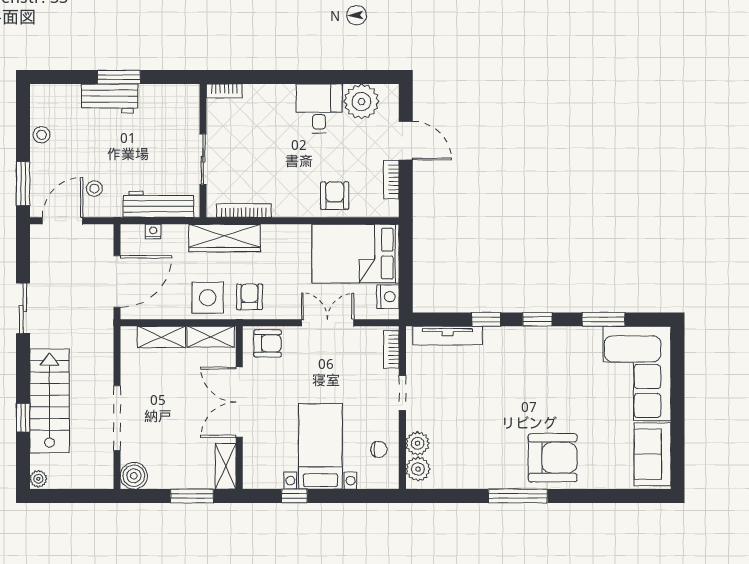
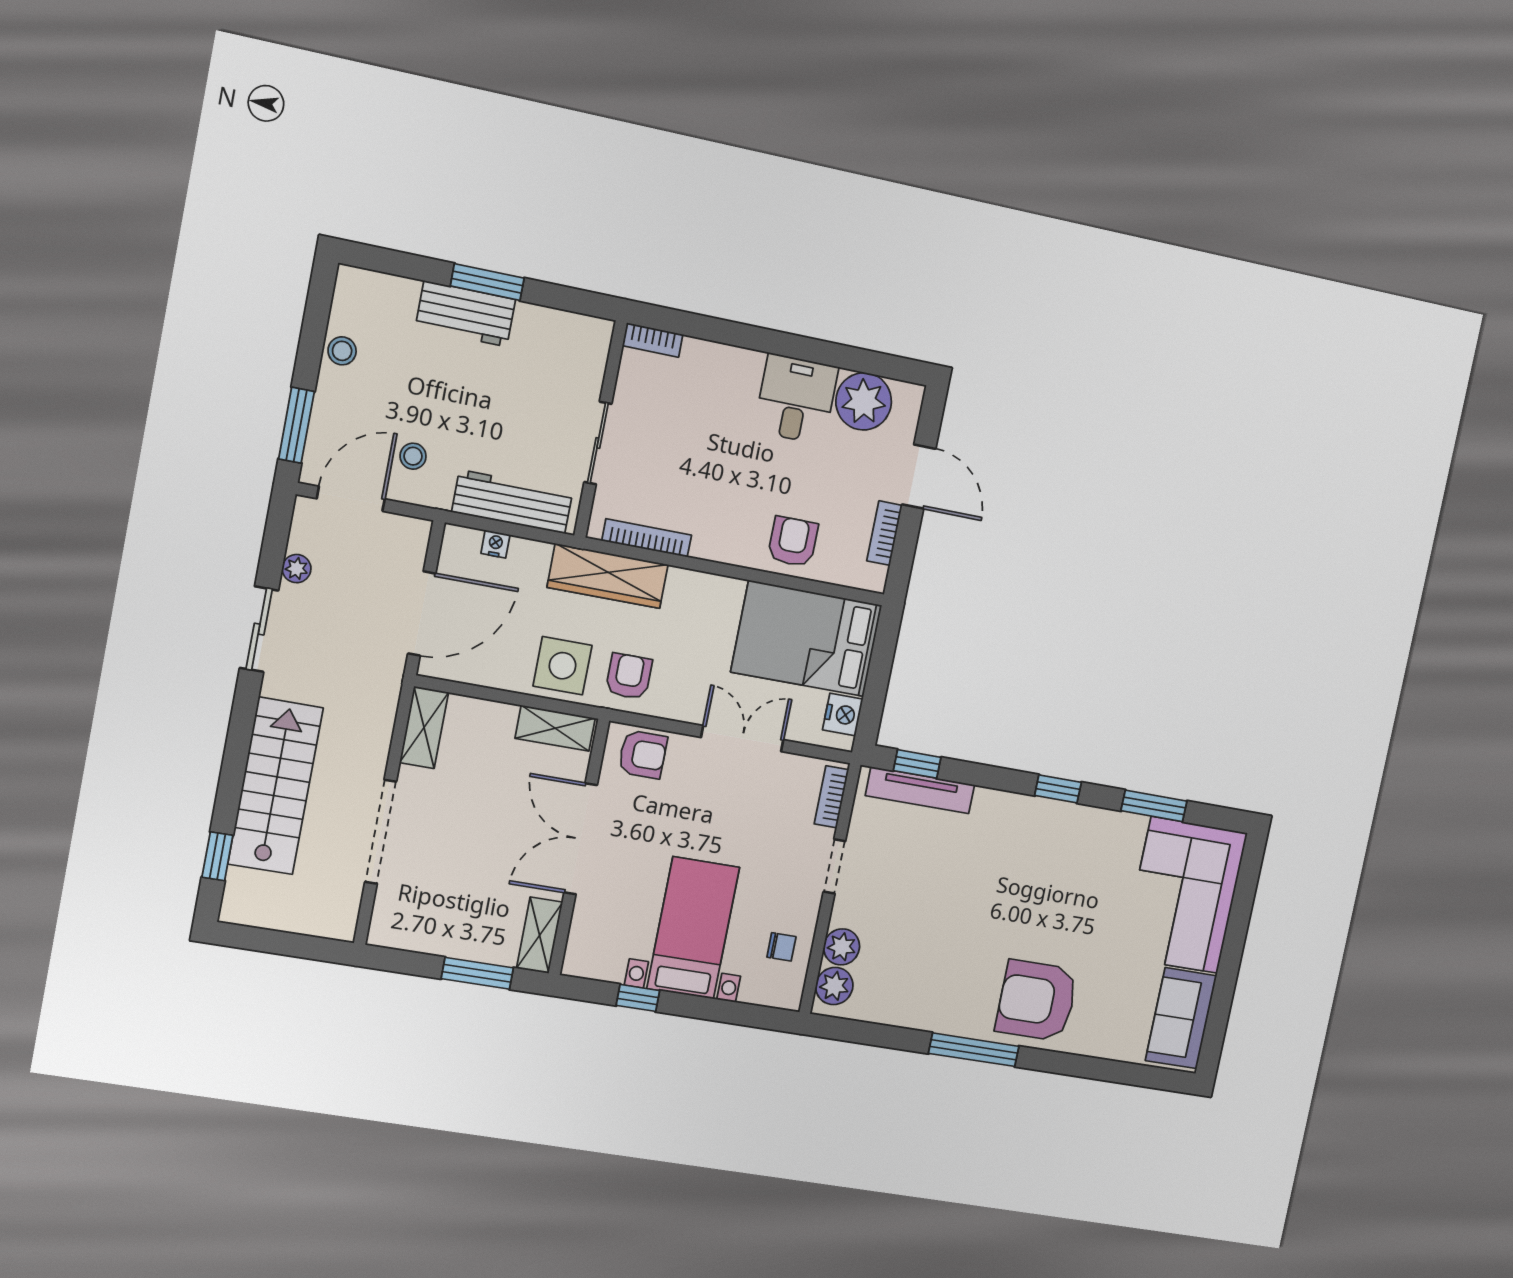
window: (486, 319) -> (917, 764), moved
shelving: (161, 337) -> (424, 727), moved, turned 90
window: (23, 418) -> (217, 856), moved
armchair: (553, 458) -> (1037, 1001), turned 180
boiler: (134, 476) -> (391, 927), removed
plant: (38, 479) -> (297, 569), moved

